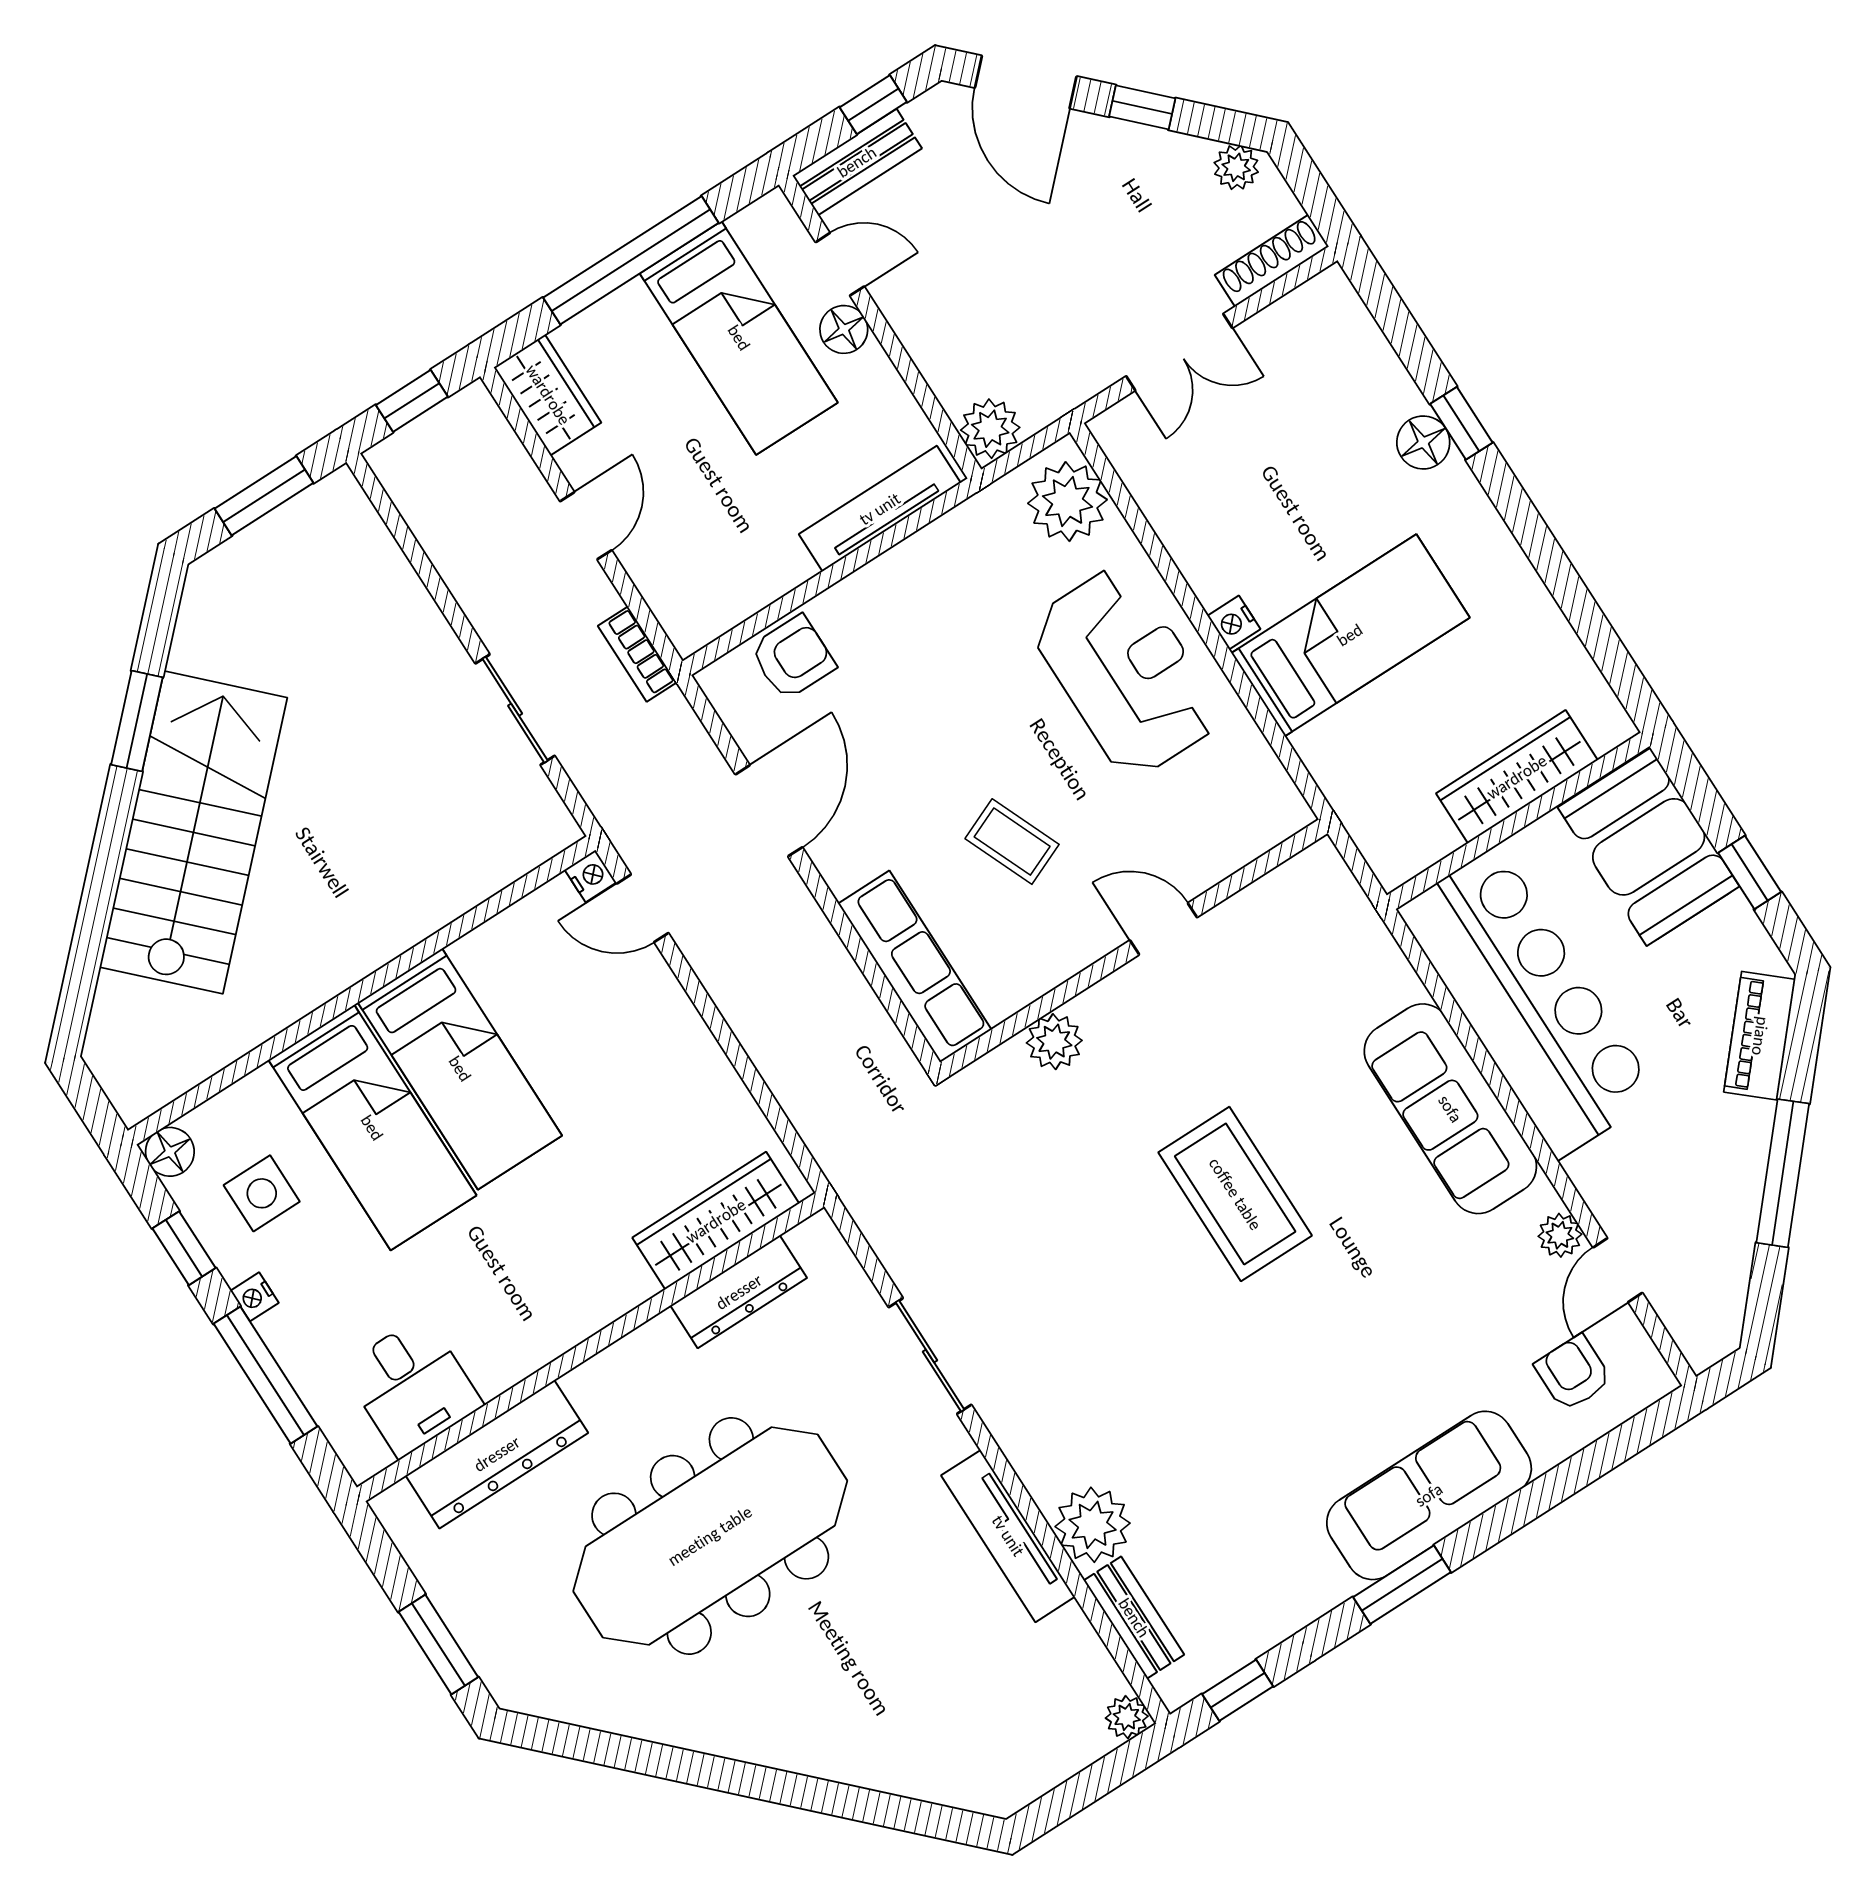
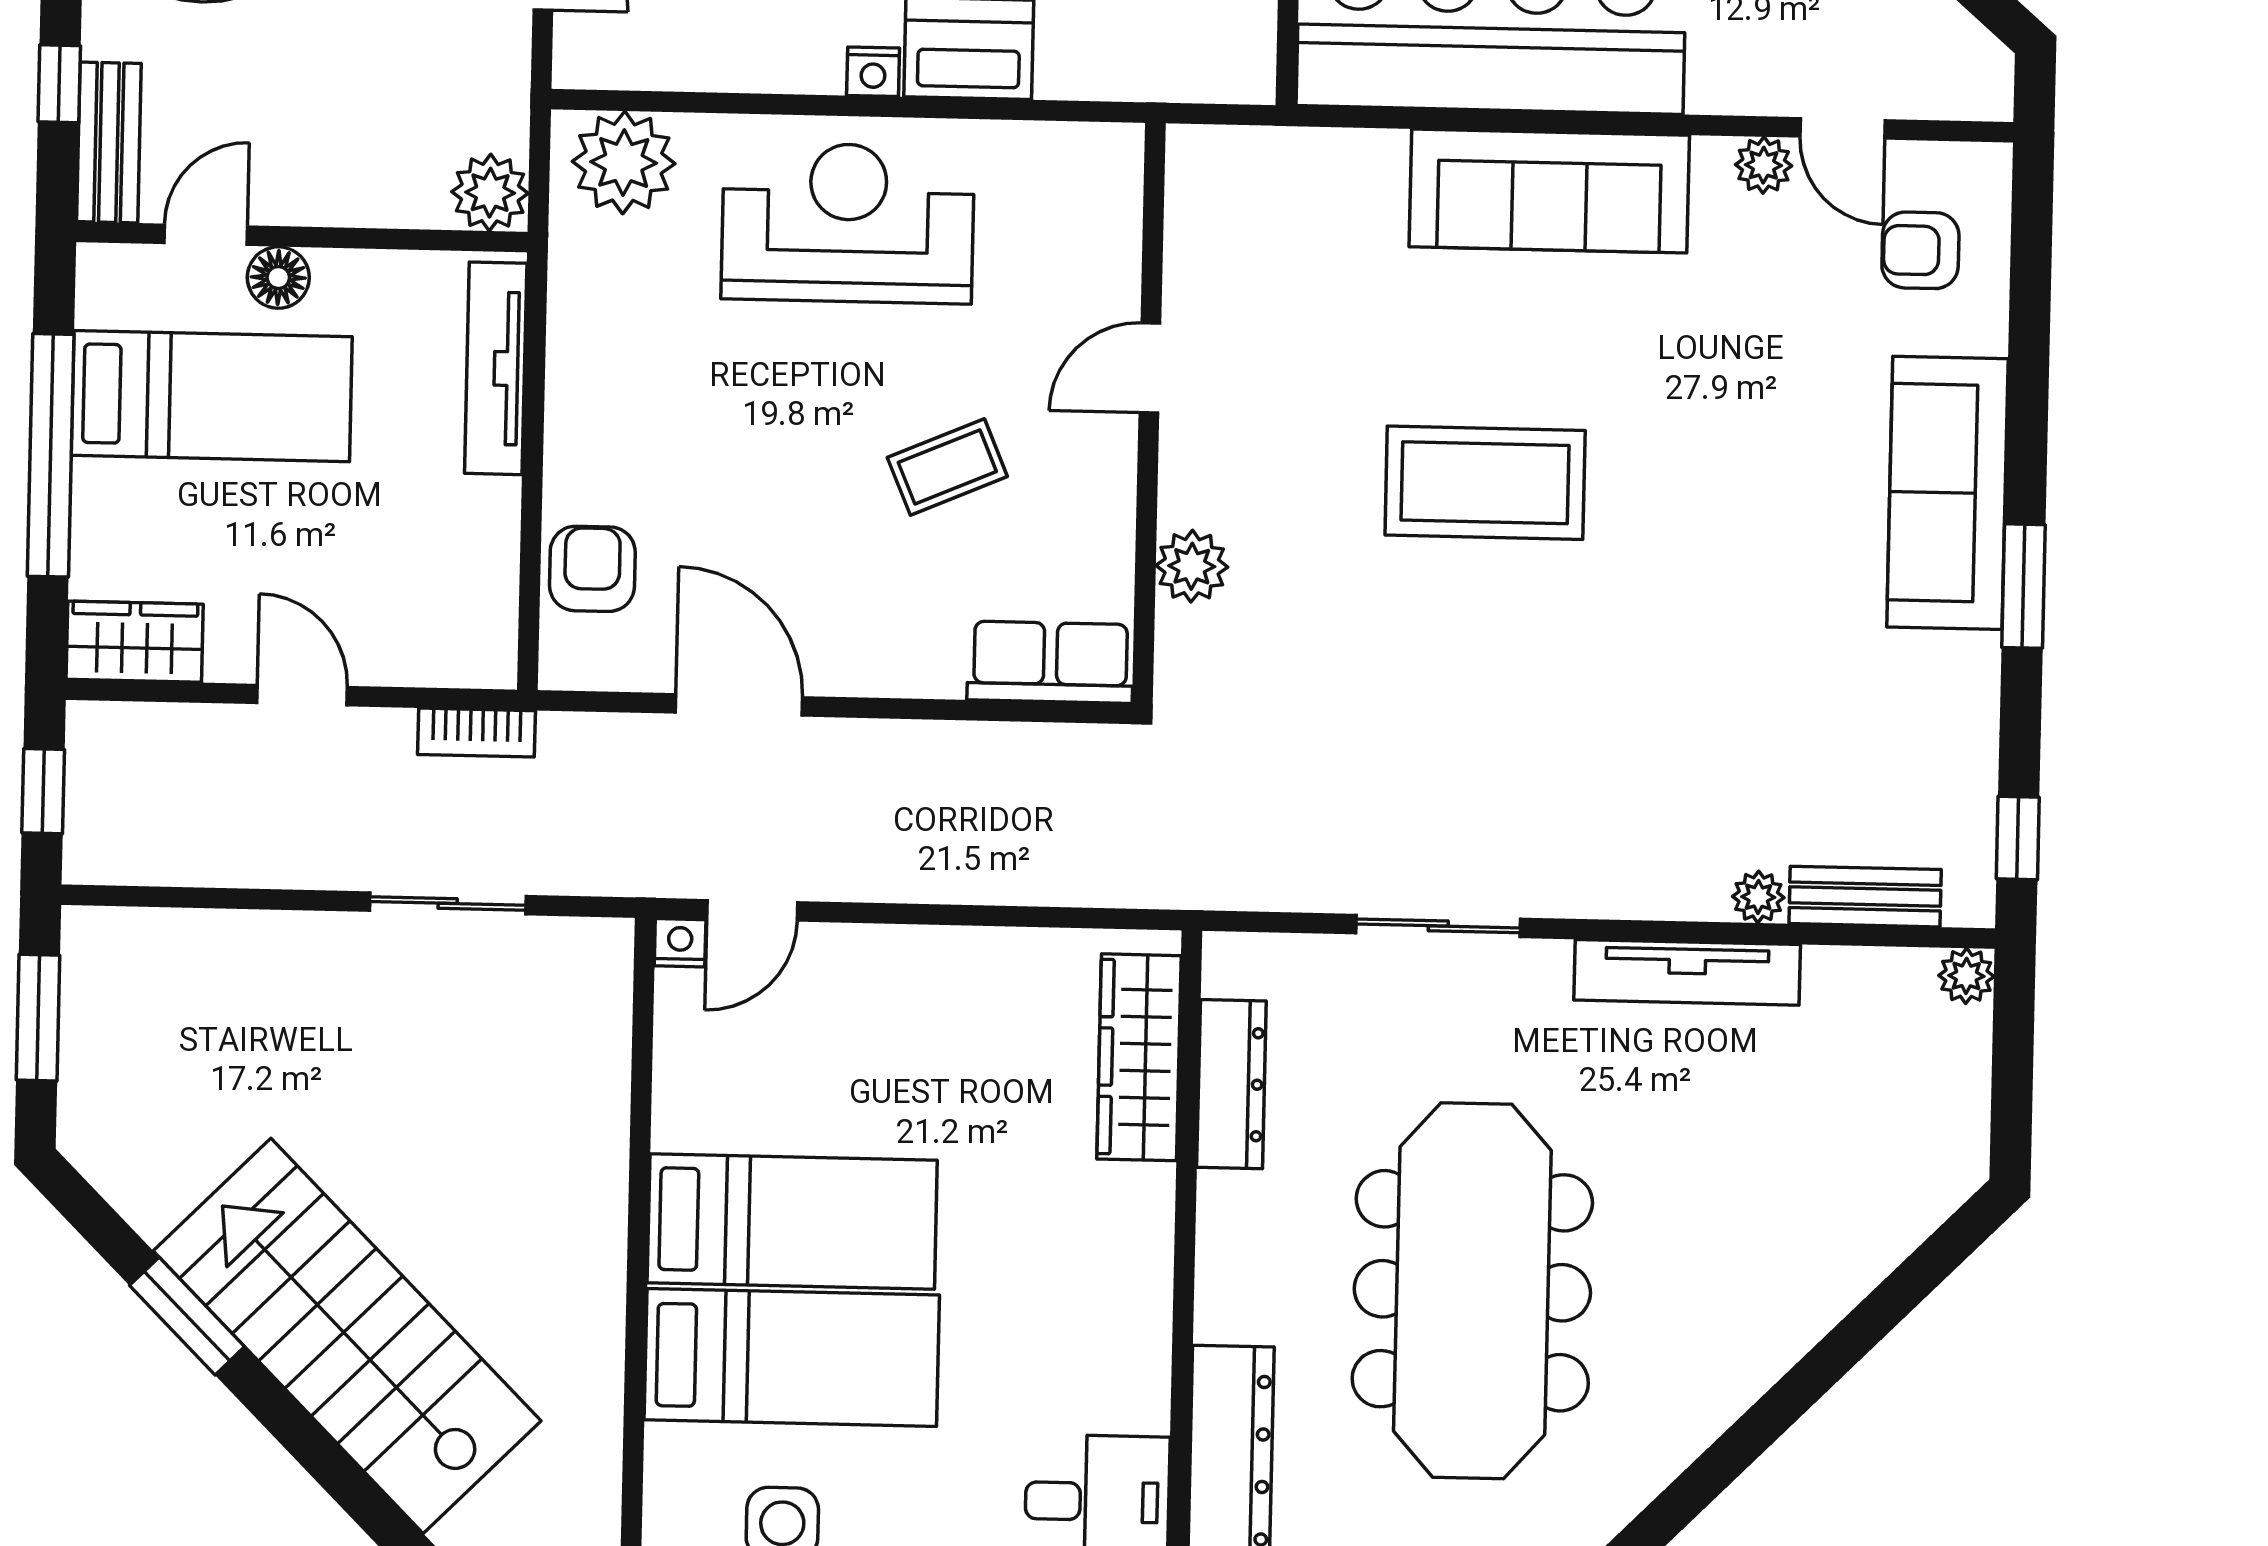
row of seats: (915, 967) -> (1050, 662), width x0.68
plant: (1093, 1525) -> (1758, 897), width x0.53, depth x0.53

